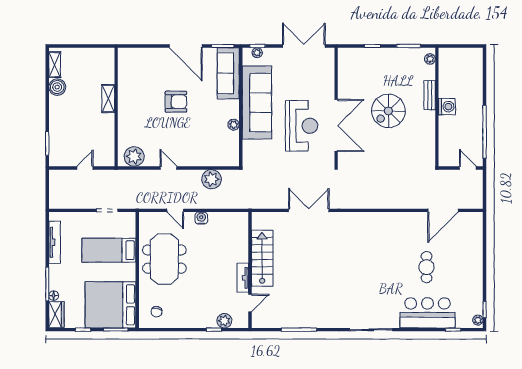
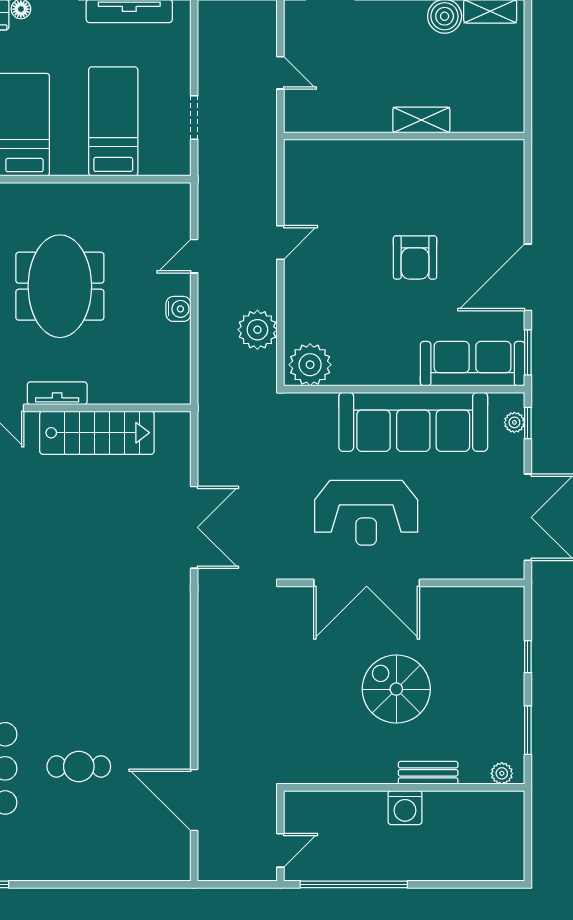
plant: (234, 125) -> (310, 365), moved, width x1.87, depth x1.87
plant: (134, 156) -> (304, 172), removed
meeting table: (164, 259) -> (60, 286), moved, turned 90

